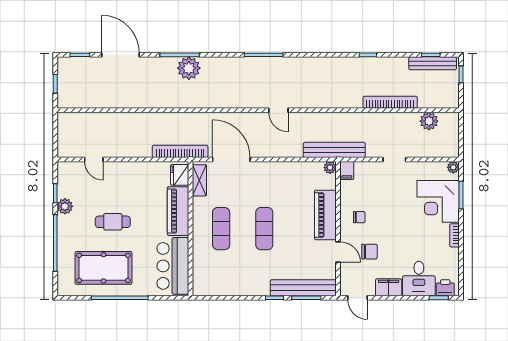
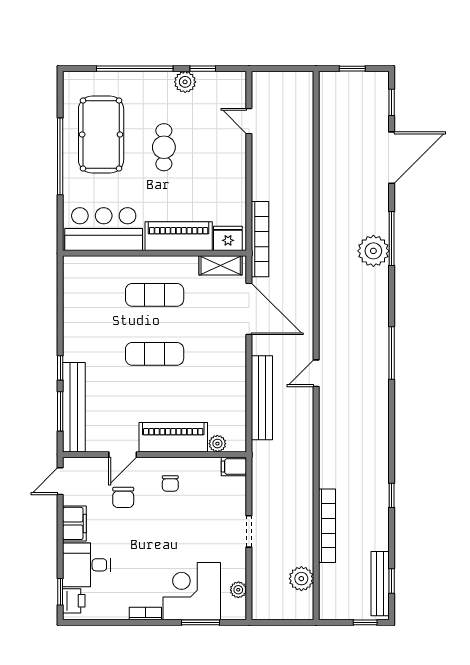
bench: (334, 150) -> (262, 398), moved
door: (94, 159) -> (249, 121), hinge flipped
door: (231, 159) -> (249, 309), hinge flipped
plant: (453, 167) -> (238, 590), moved
plant: (330, 168) -> (217, 444), moved

